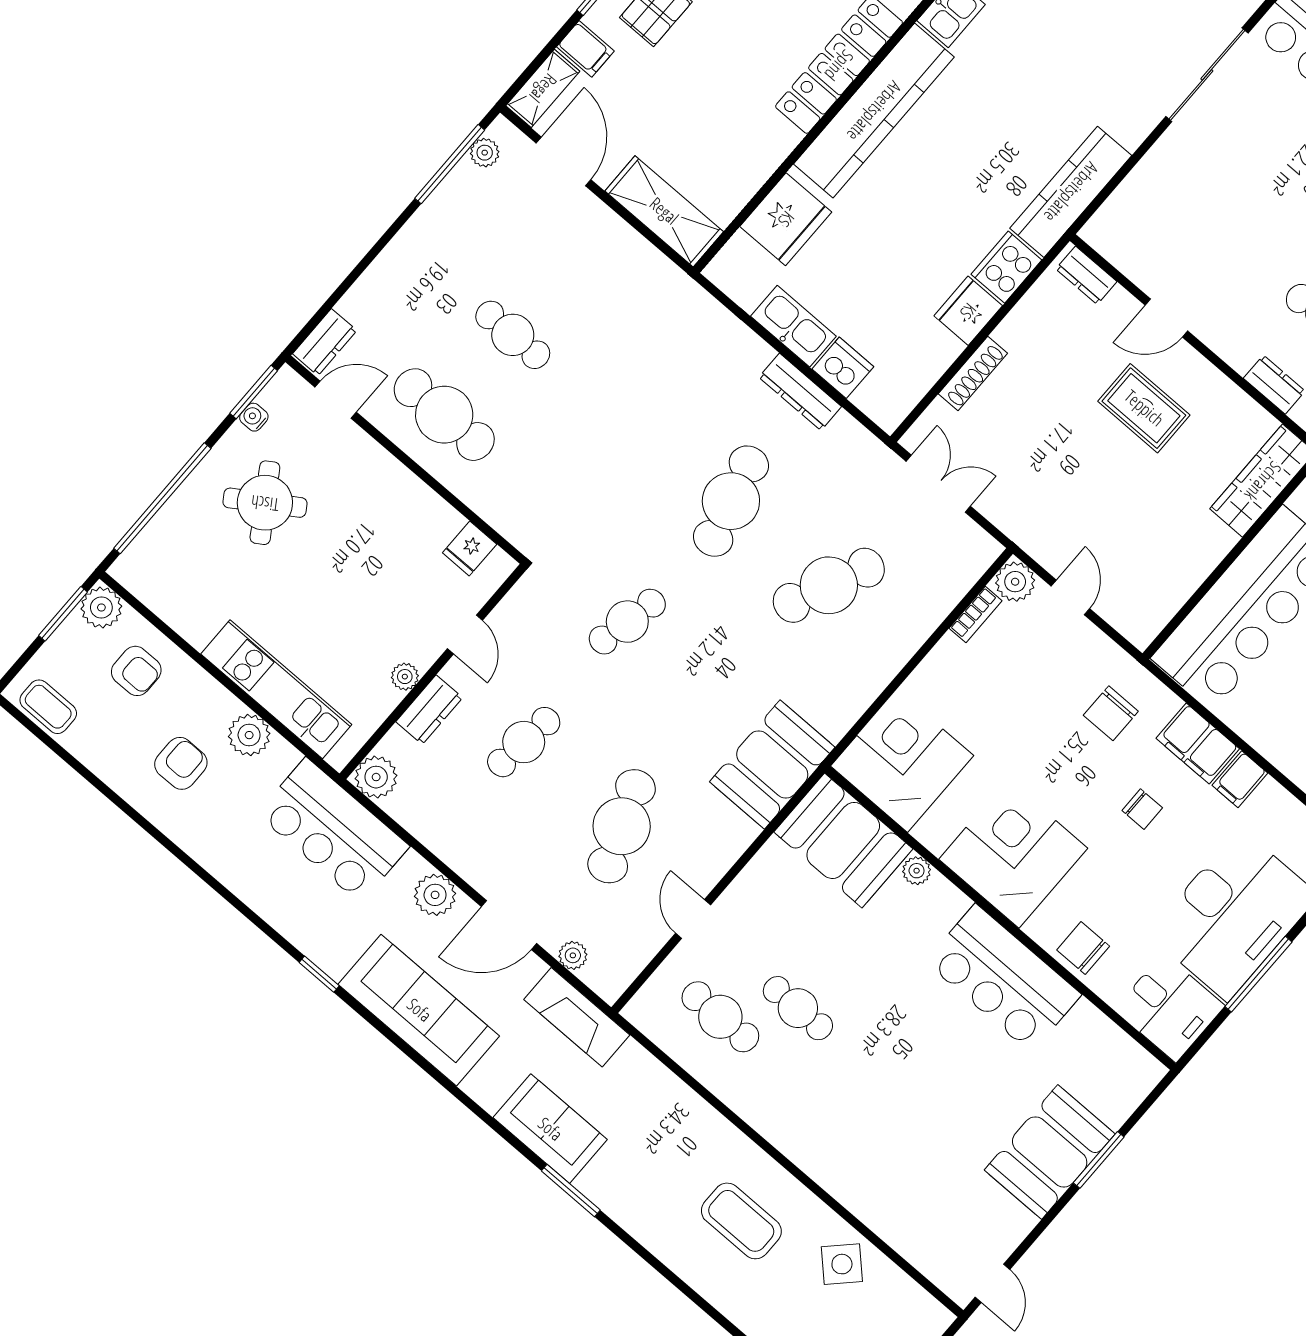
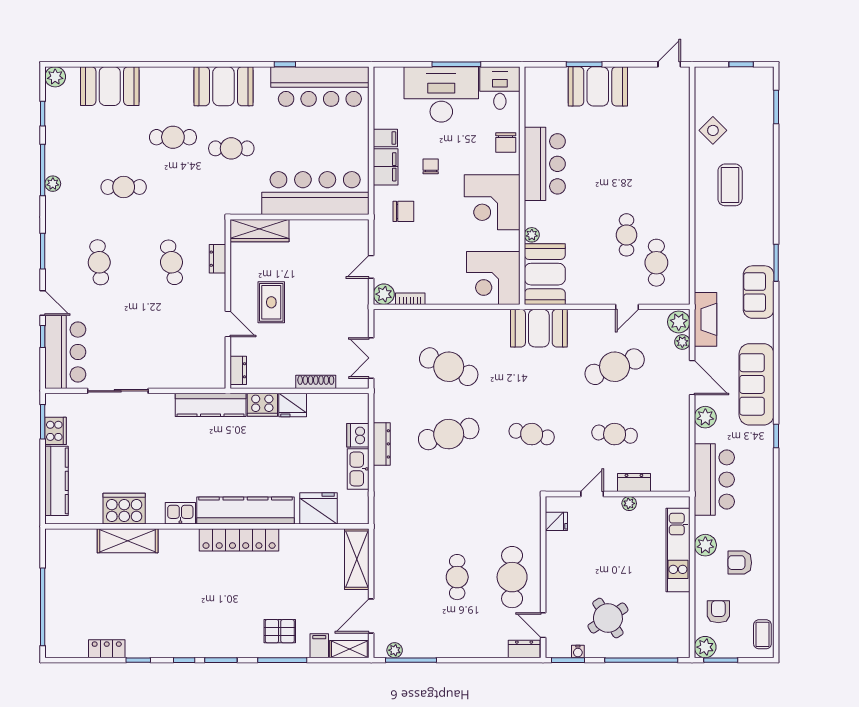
plant: (376, 777) -> (679, 322), moved

